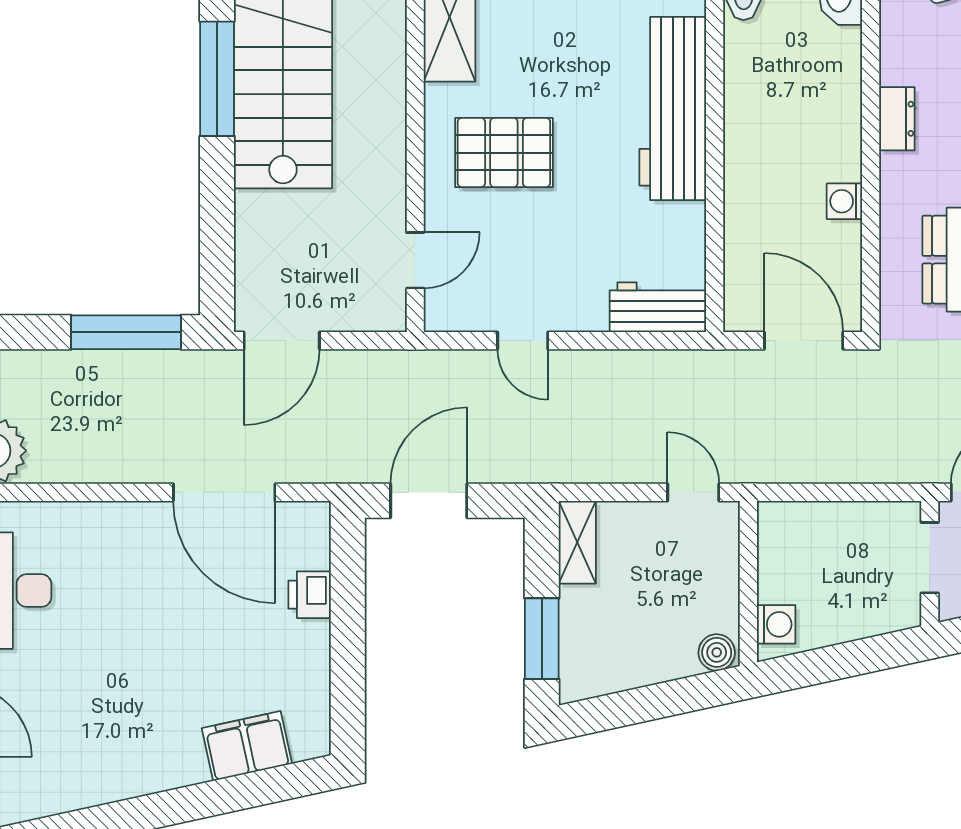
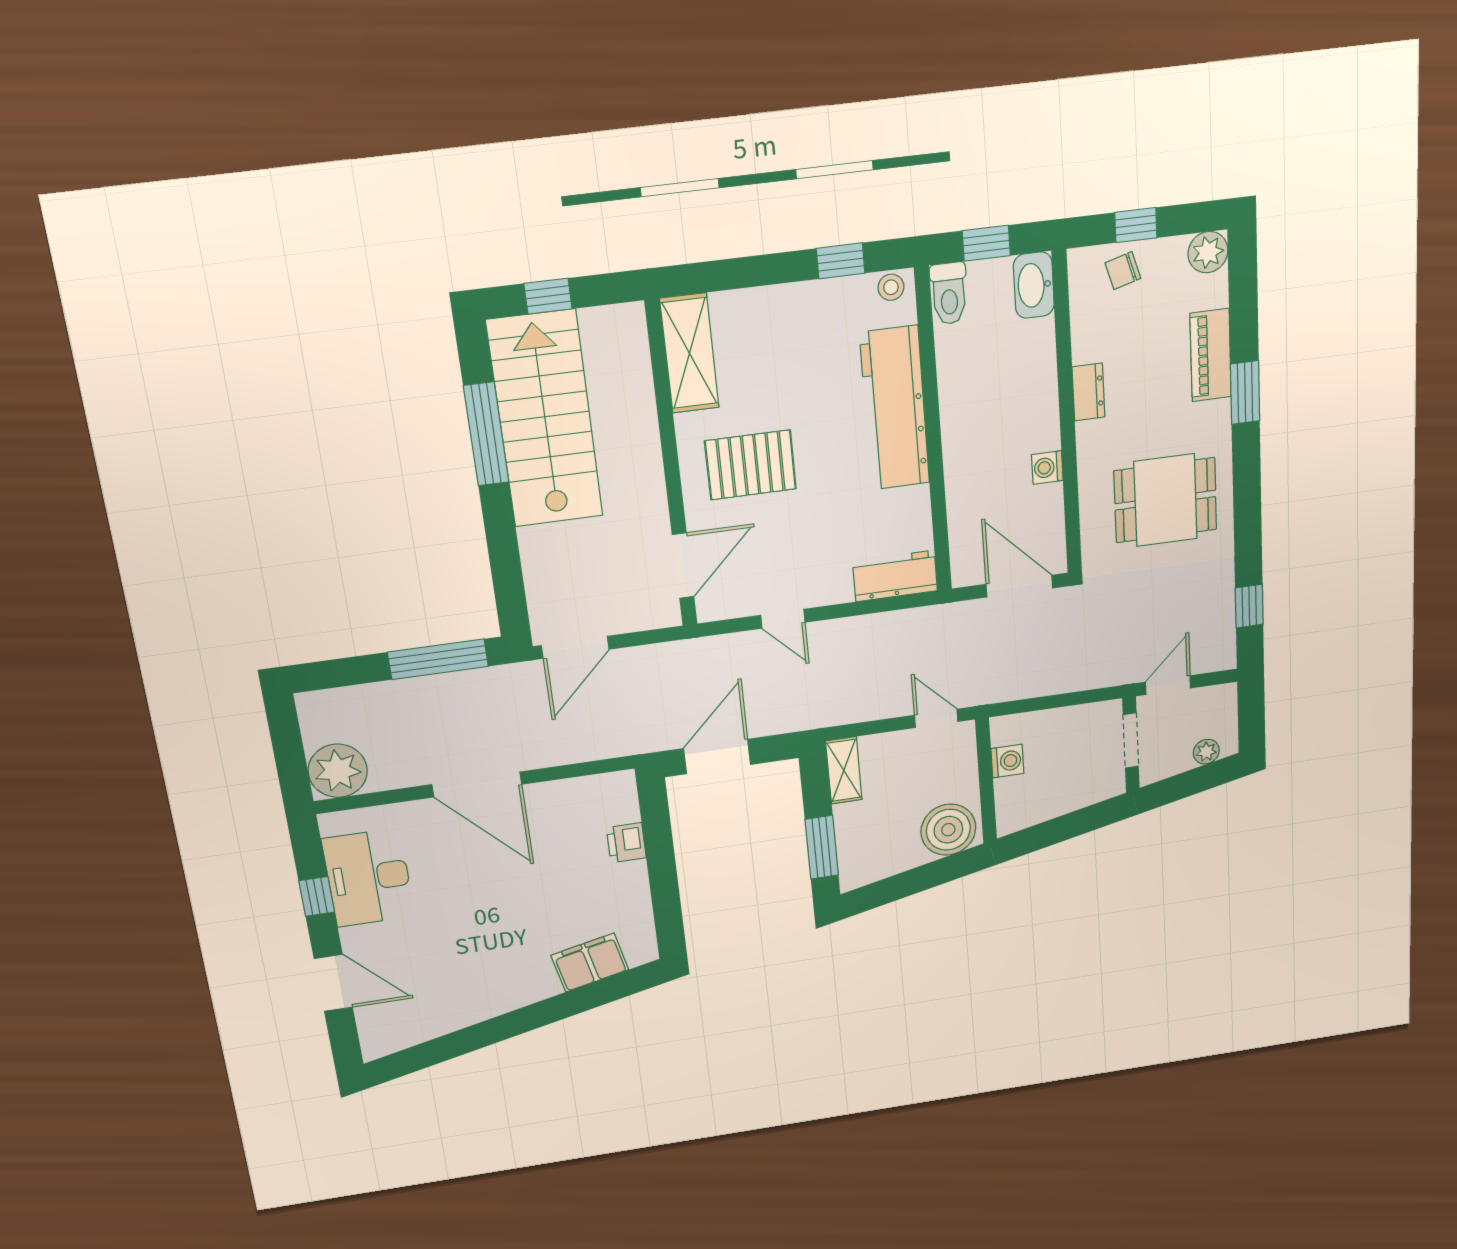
door: (415, 260) -> (683, 566), width x1.38
door: (224, 492) -> (477, 784), moved
washing machine: (776, 624) -> (1007, 761), moved
boiler: (717, 652) -> (948, 830), width x1.86, depth x1.86

